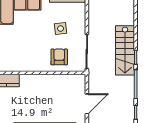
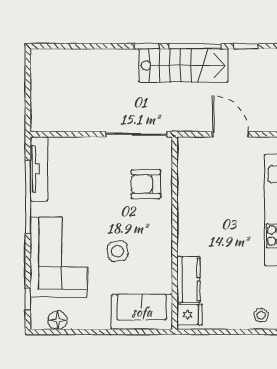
side table: (61, 29) -> (118, 251), moved
stairs: (125, 50) -> (183, 65), moved

